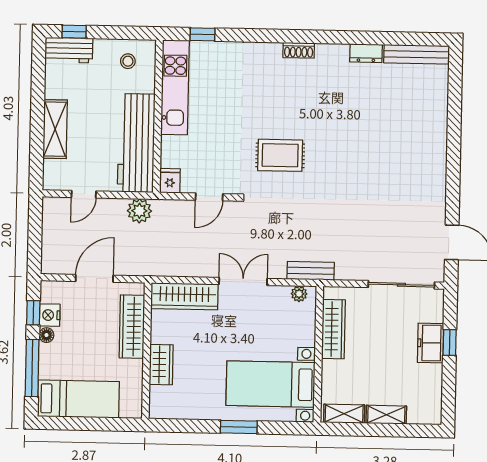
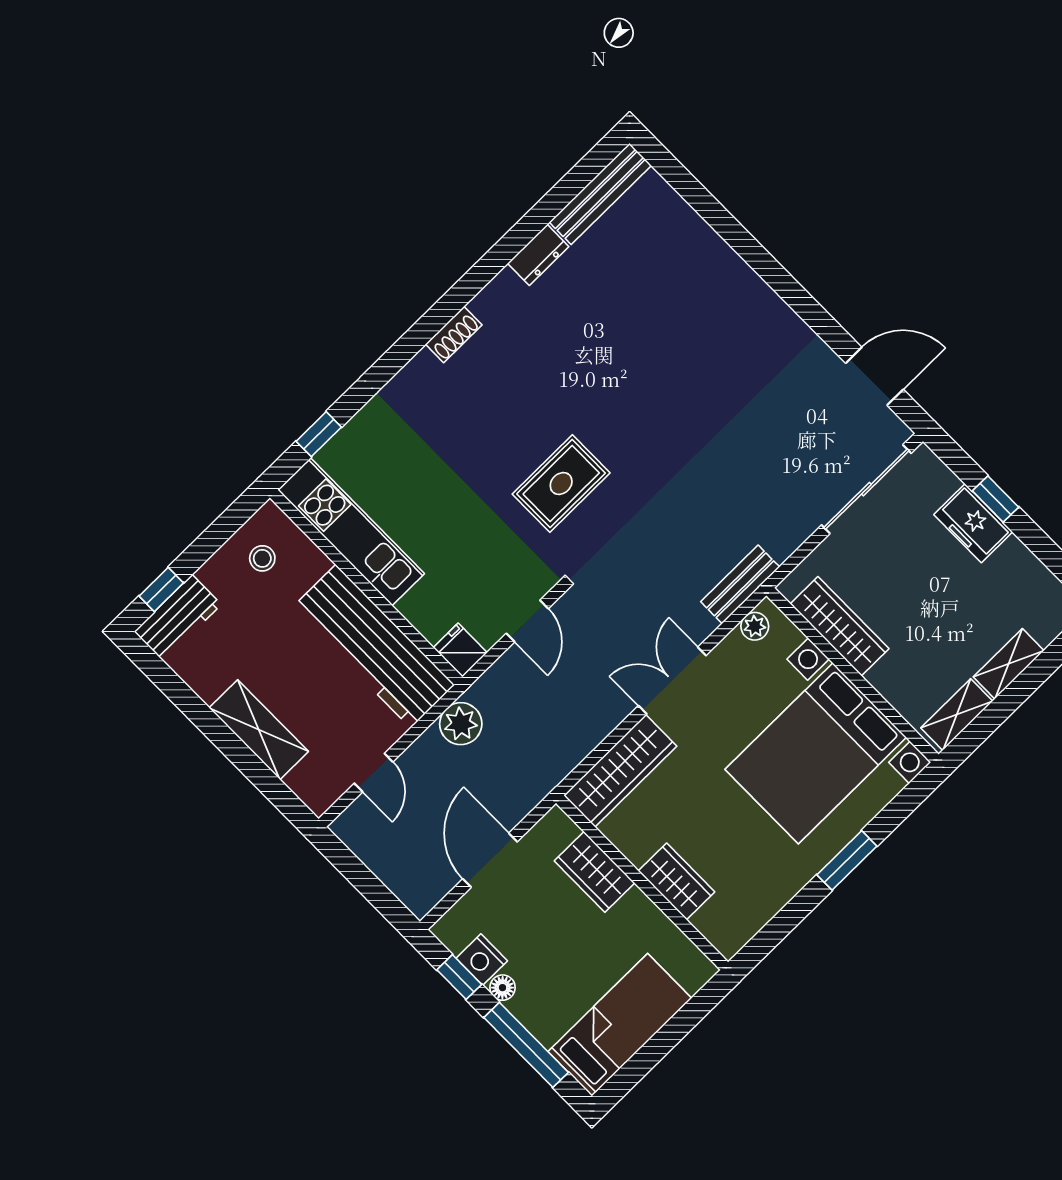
wardrobe: (132, 327) -> (594, 872), width x0.67
bed with nightstands: (271, 384) -> (816, 753), width x1.36

